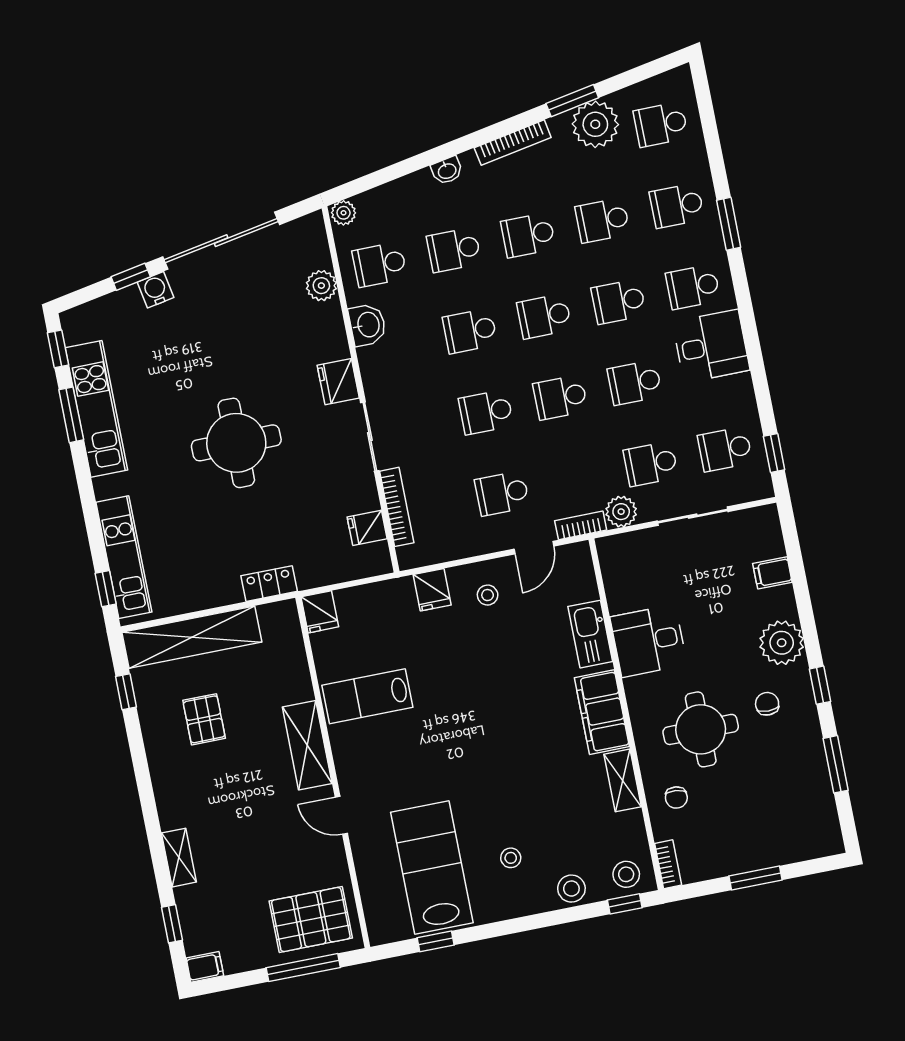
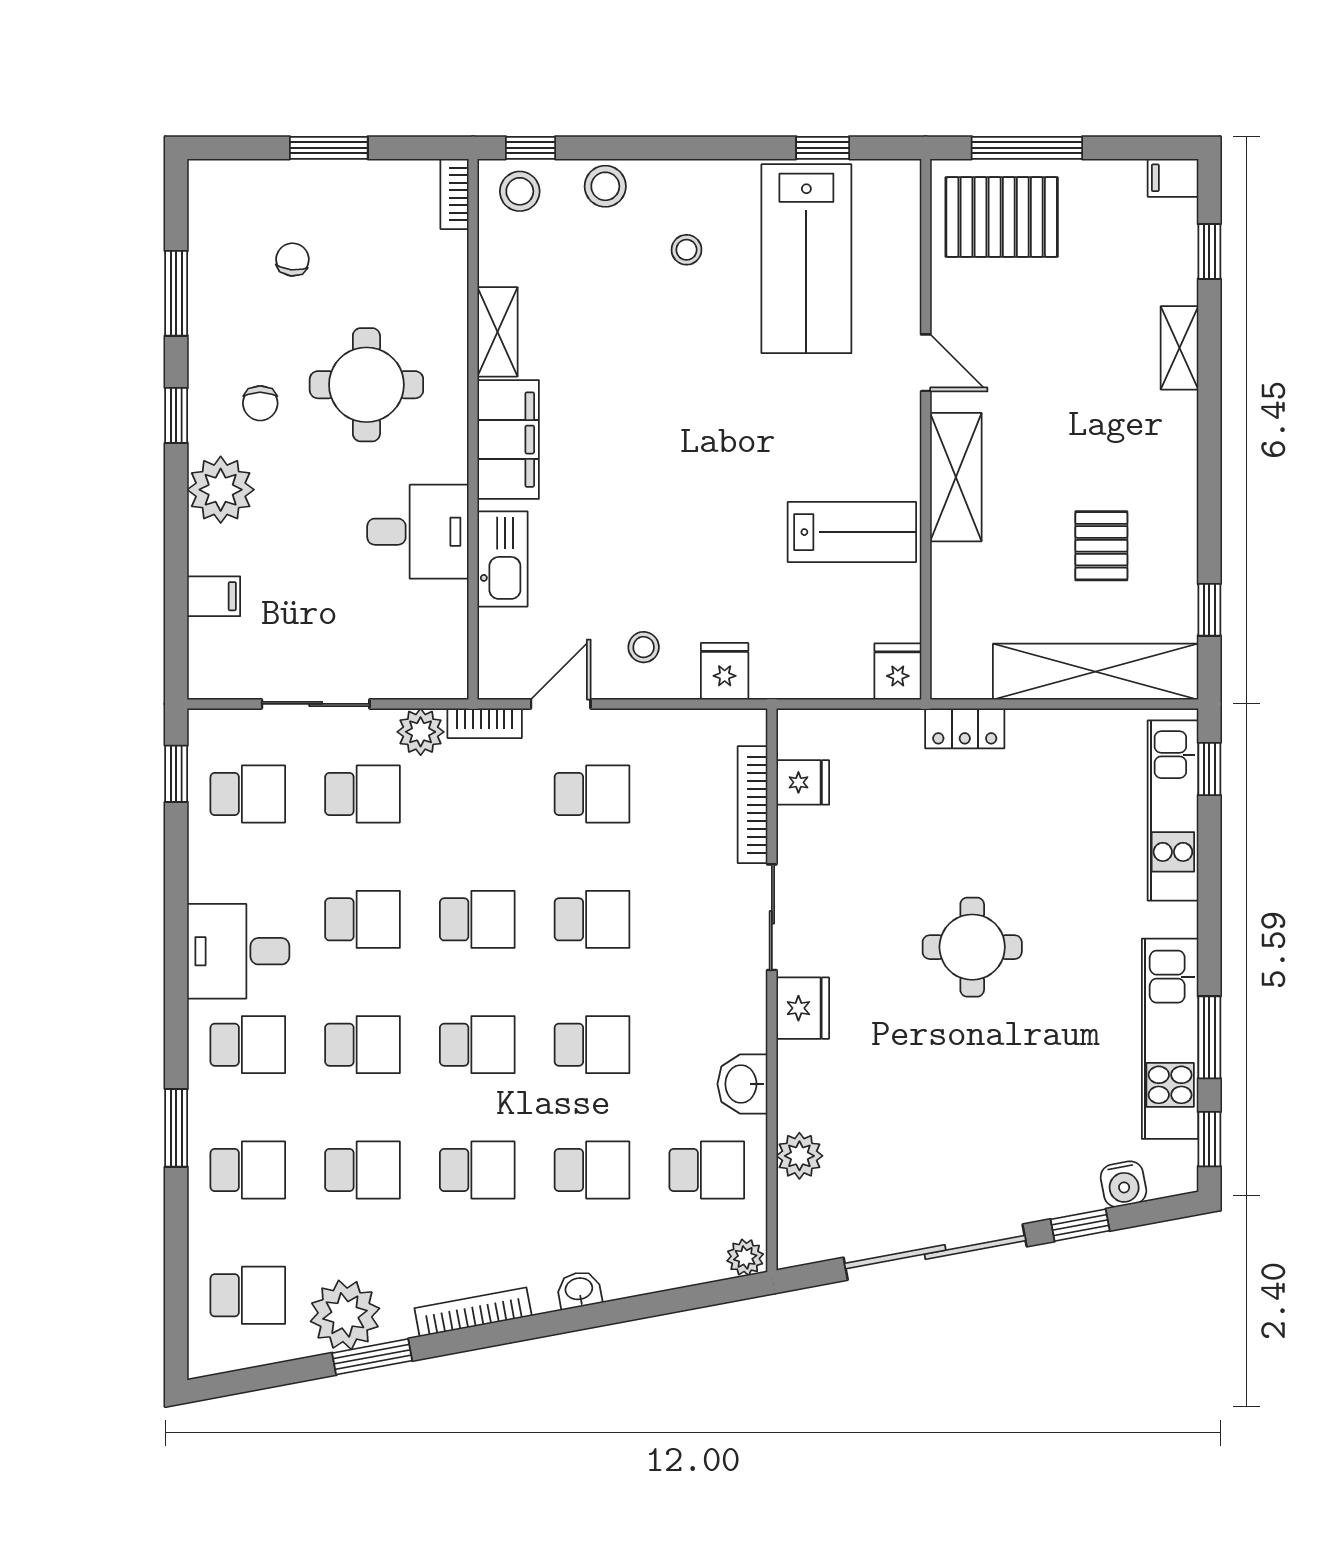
water cooler: (156, 290) -> (1123, 1184), moved
round table: (236, 443) -> (972, 947), width x0.73, depth x0.73
chair: (676, 797) -> (292, 260), moved

